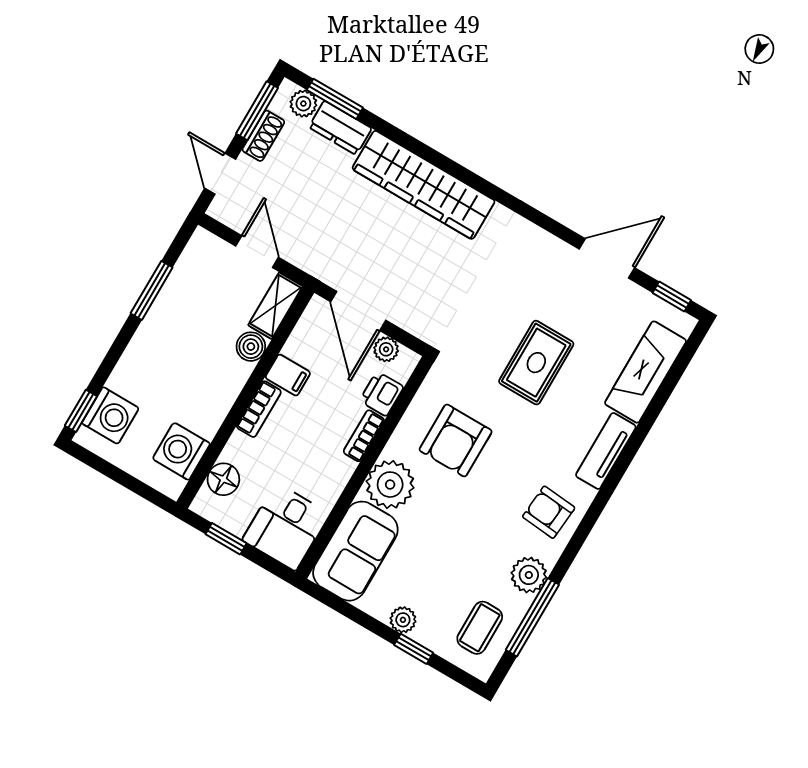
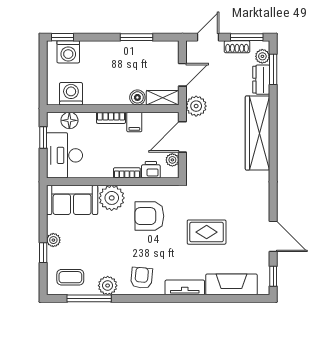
plant: (321, 259) -> (196, 106), added
desk: (286, 527) -> (64, 155), width x1.37

